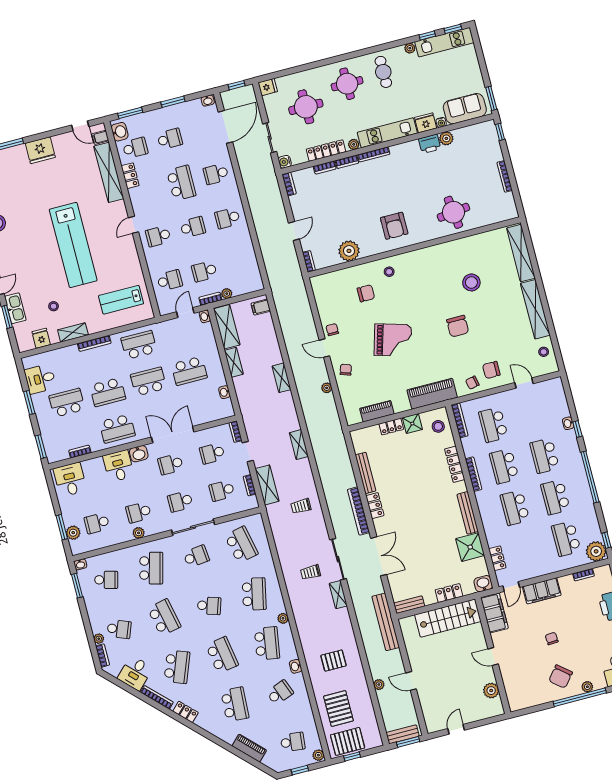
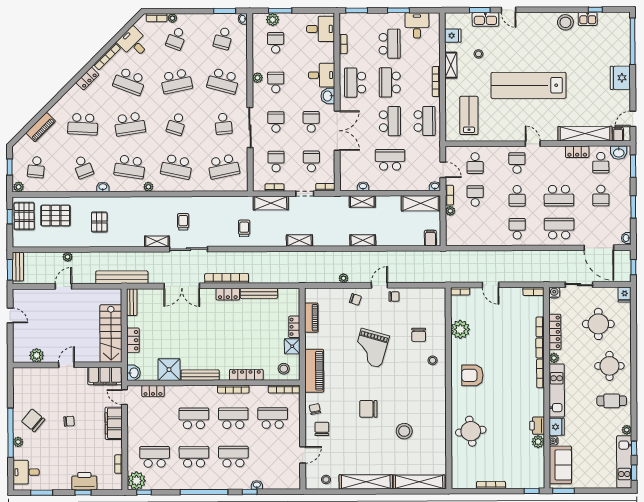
school desk: (216, 174) -> (559, 229), width x1.85
shelving: (234, 362) -> (362, 202), moved
school desk: (189, 371) -> (390, 160), turned 90

